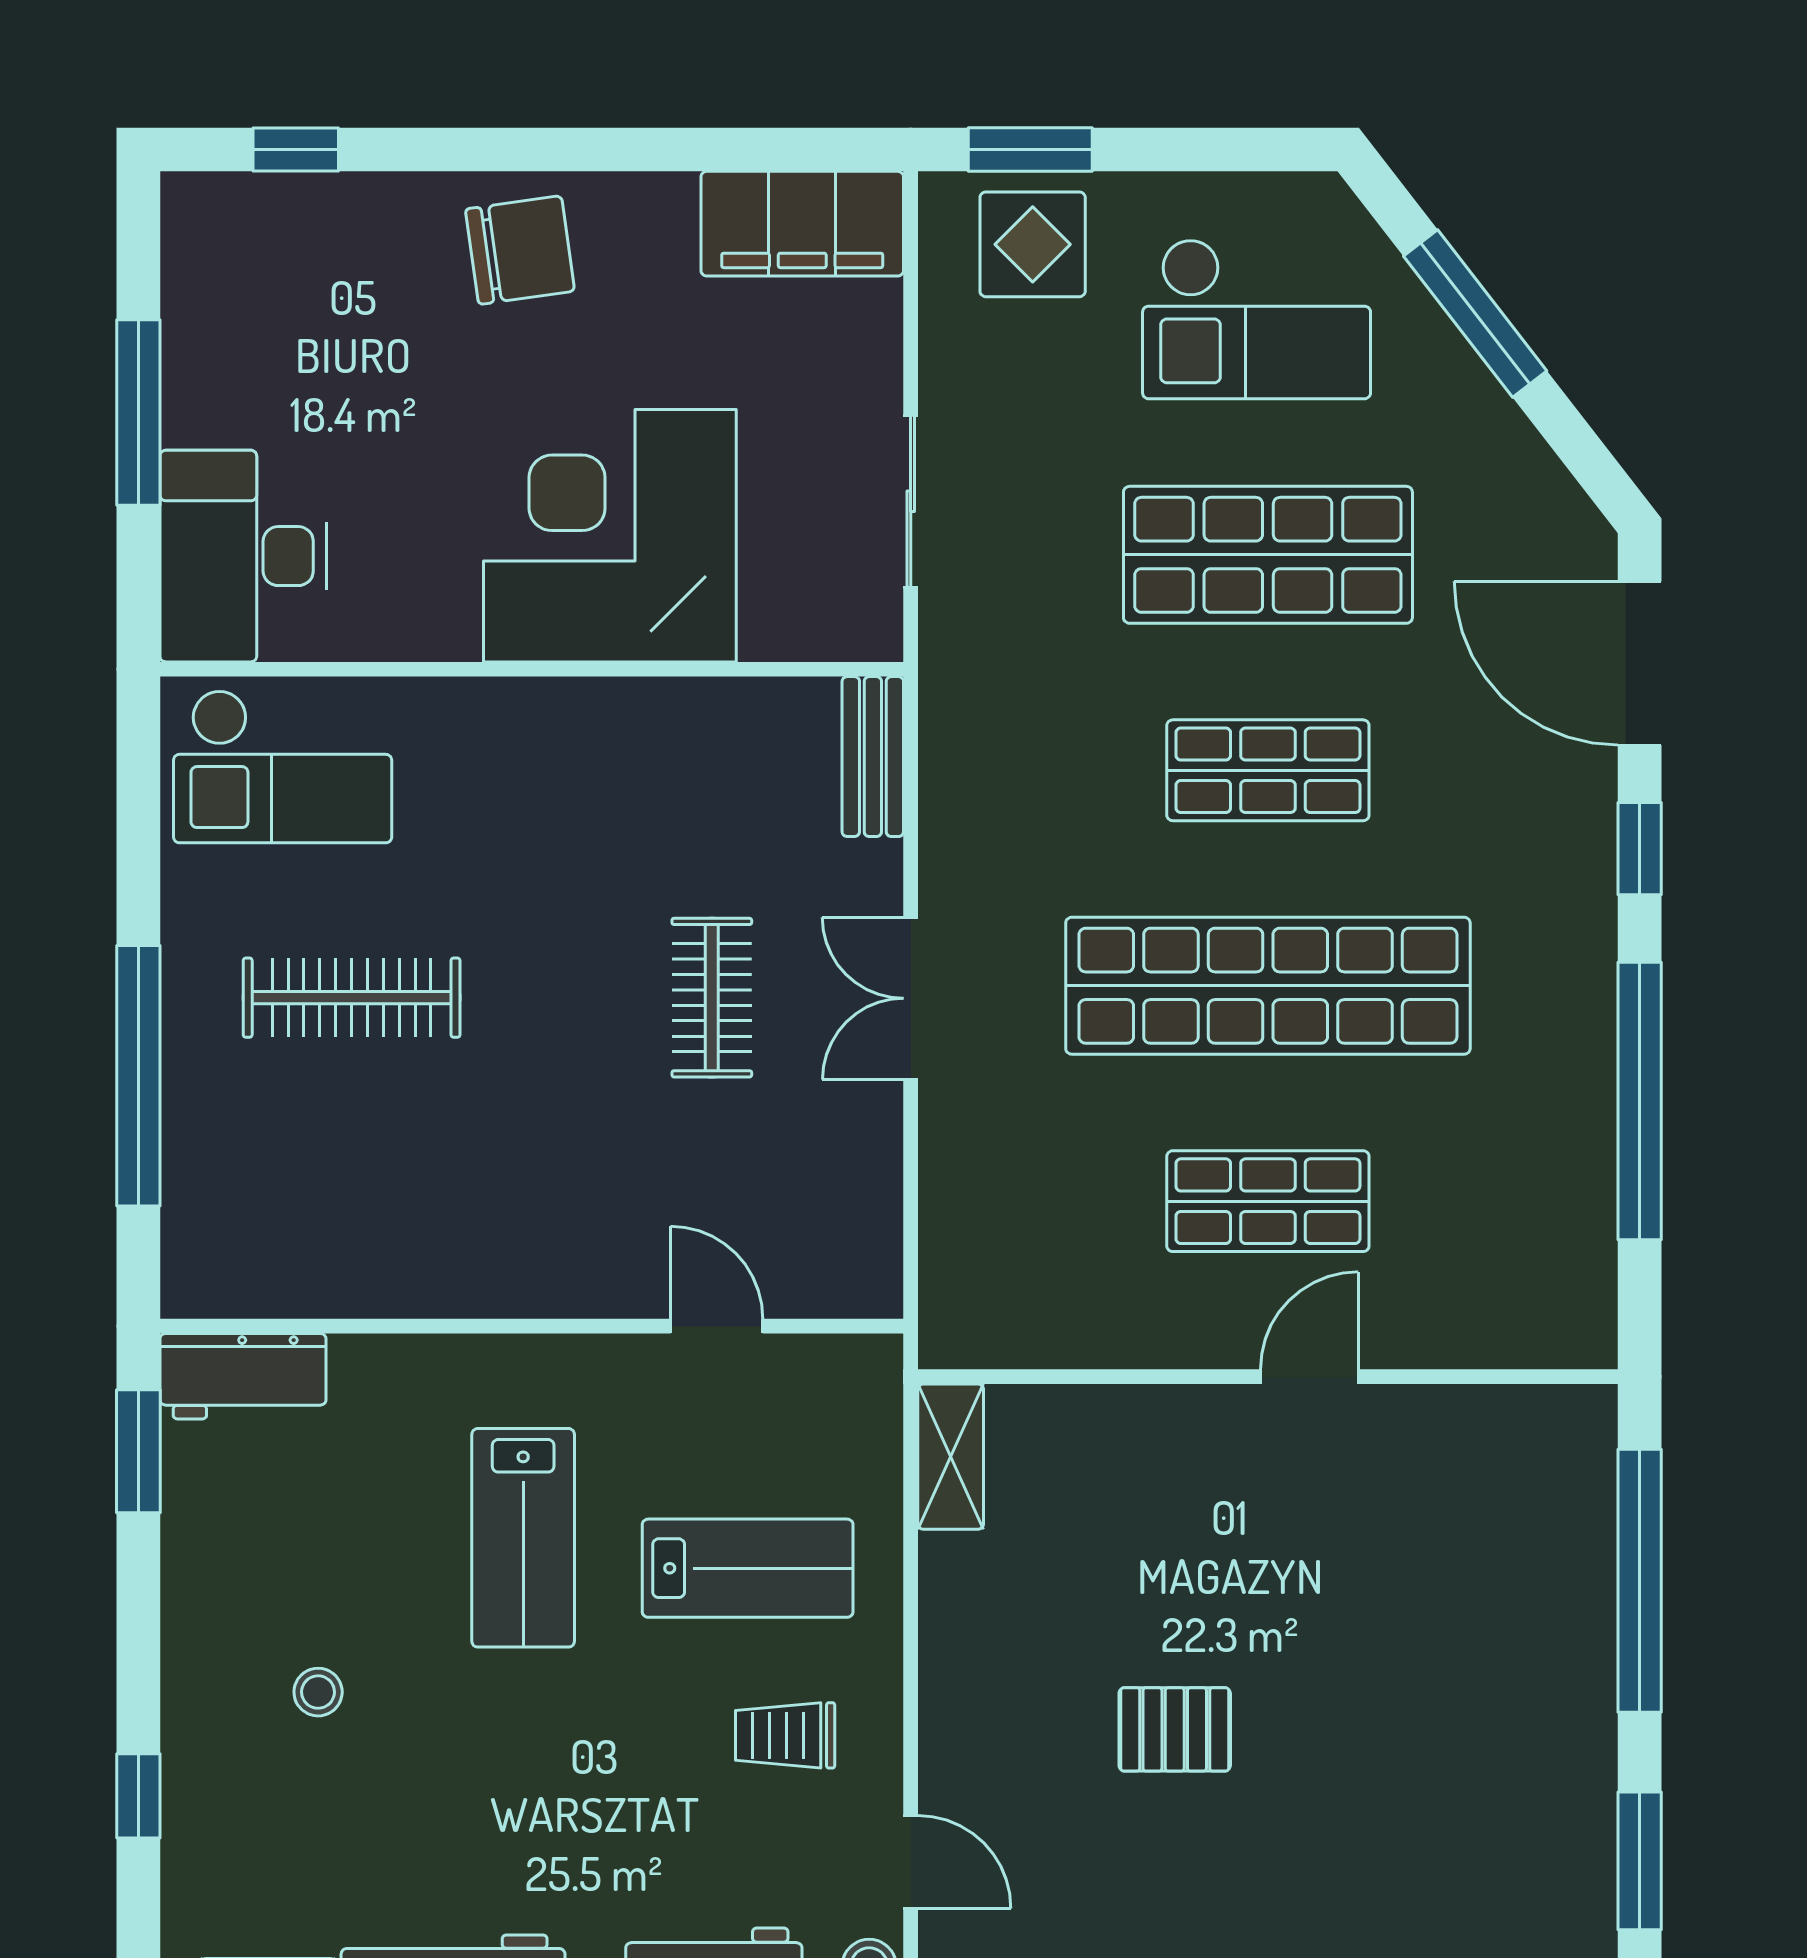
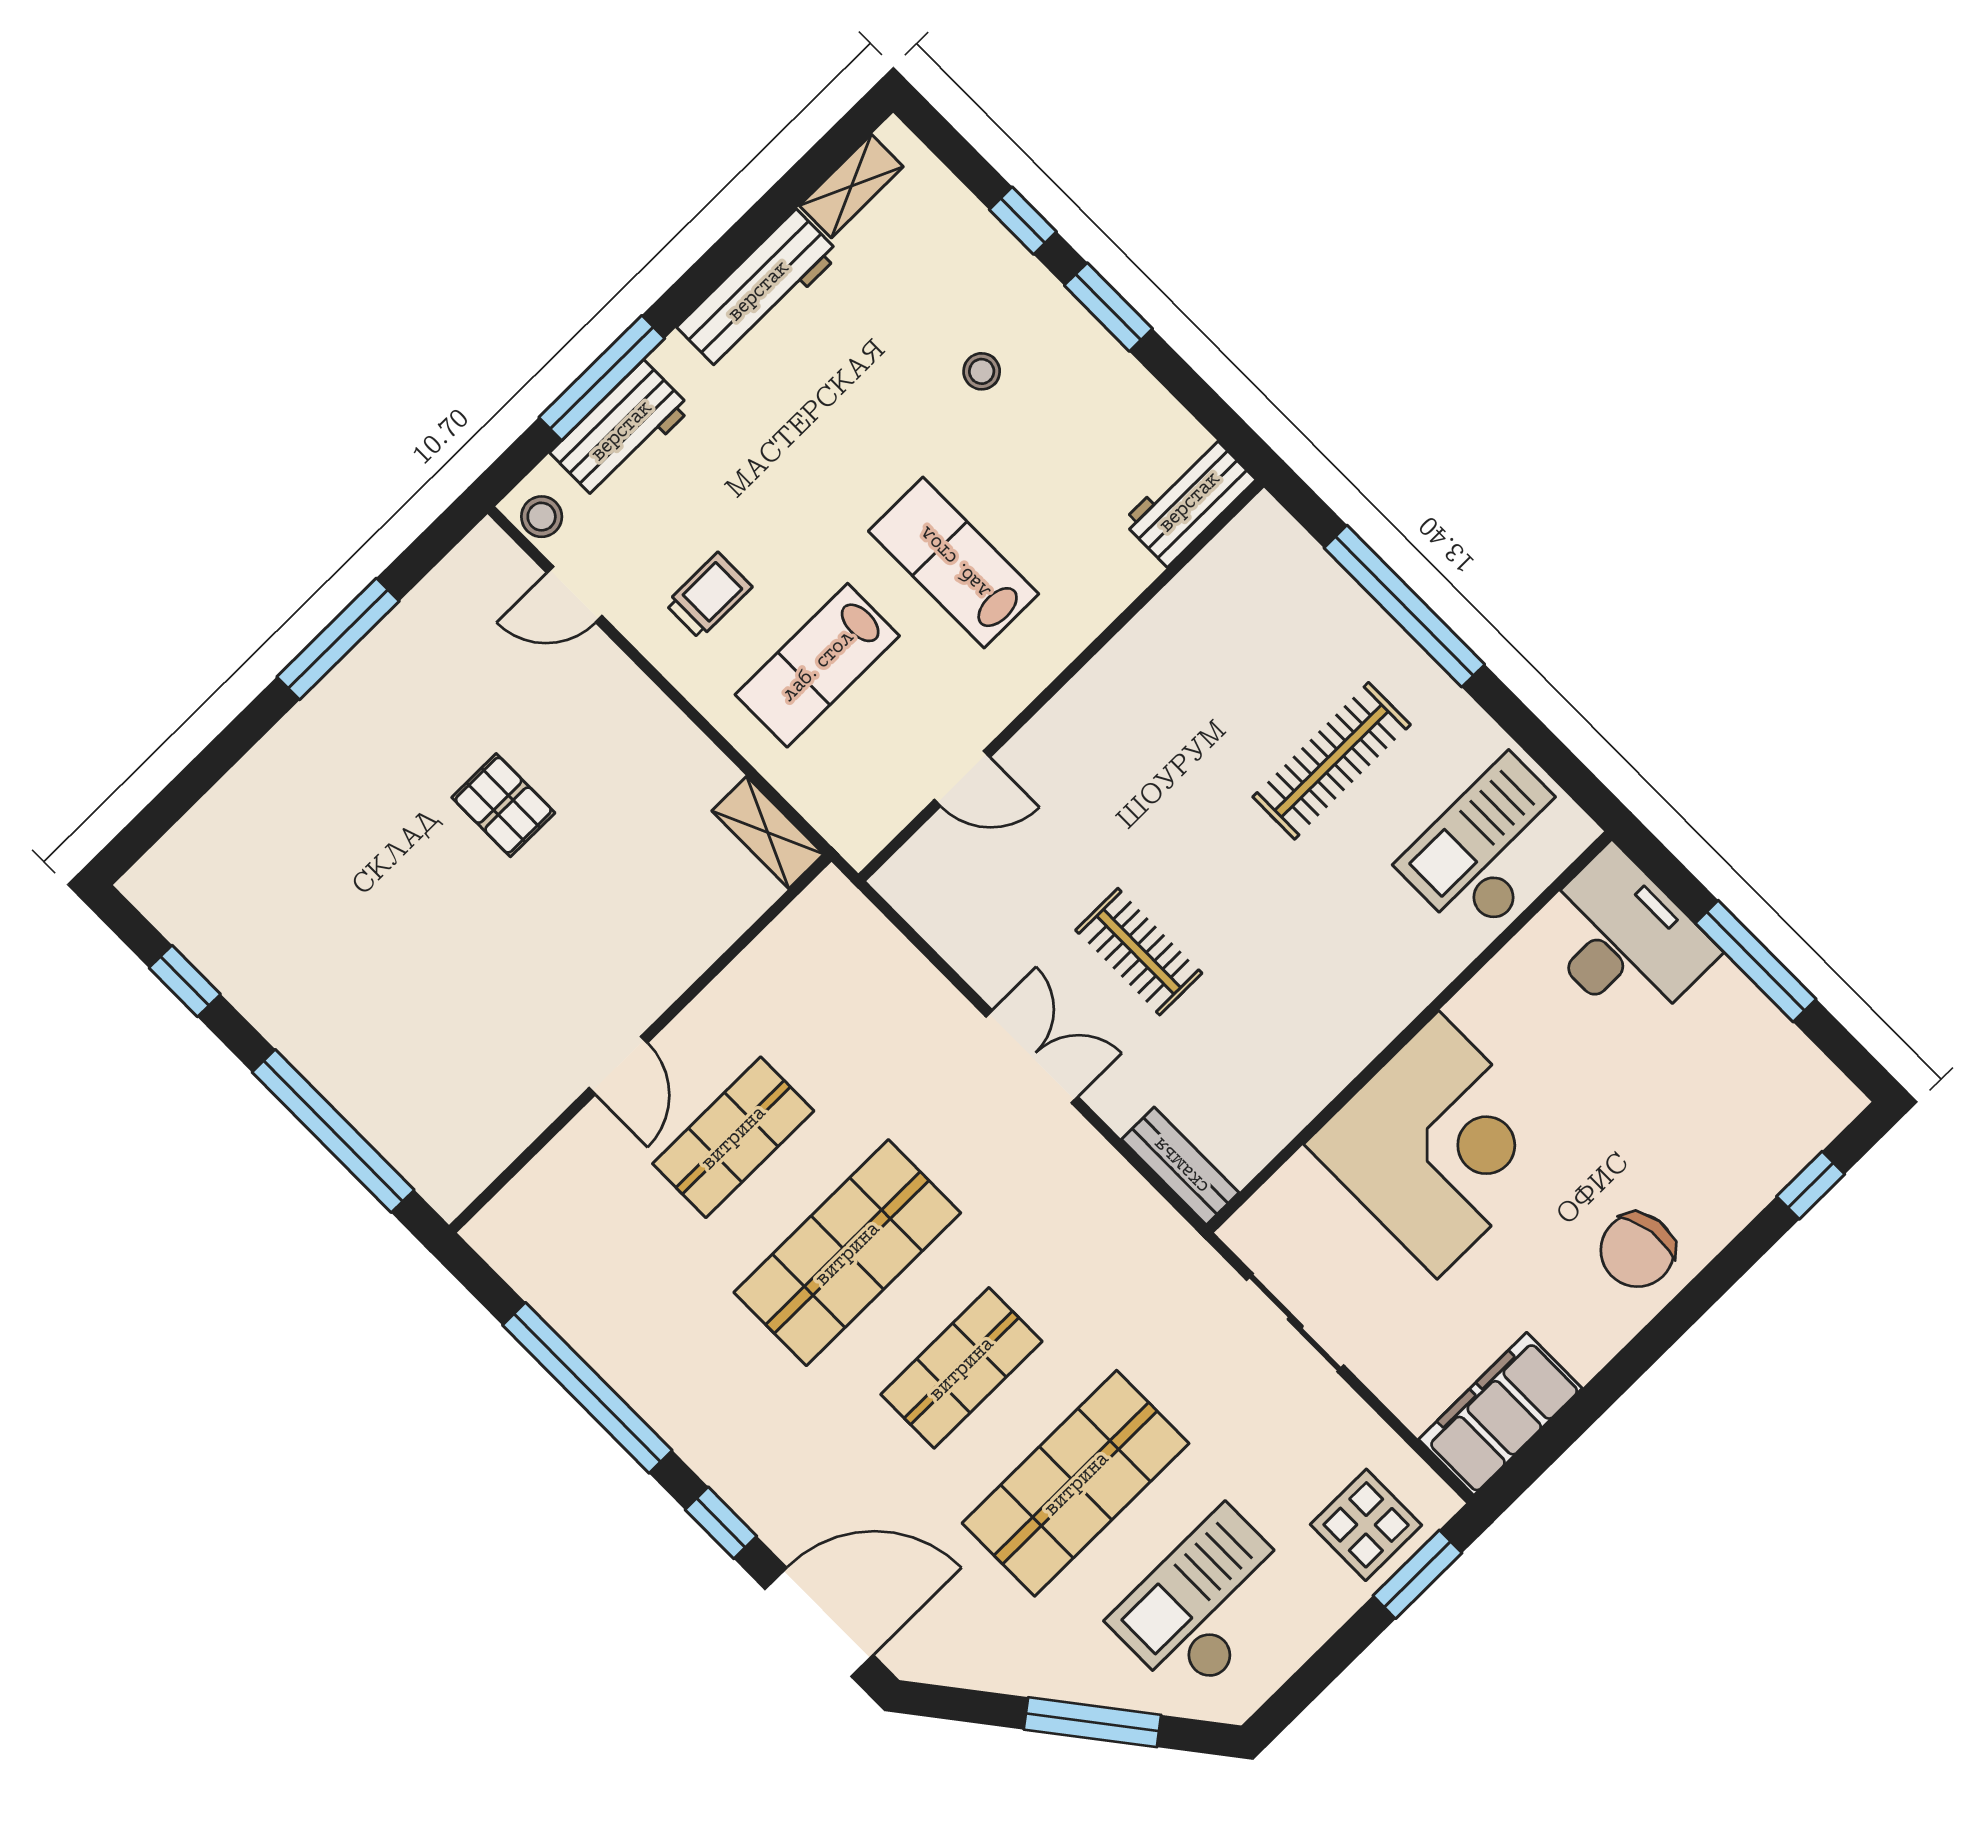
shop shelf: (1268, 986) -> (847, 1253), width x0.71
window: (138, 1451) -> (1108, 307), moved
pallet: (1175, 1729) -> (503, 805), turned 90
window: (1640, 1861) -> (185, 981), width x0.67

